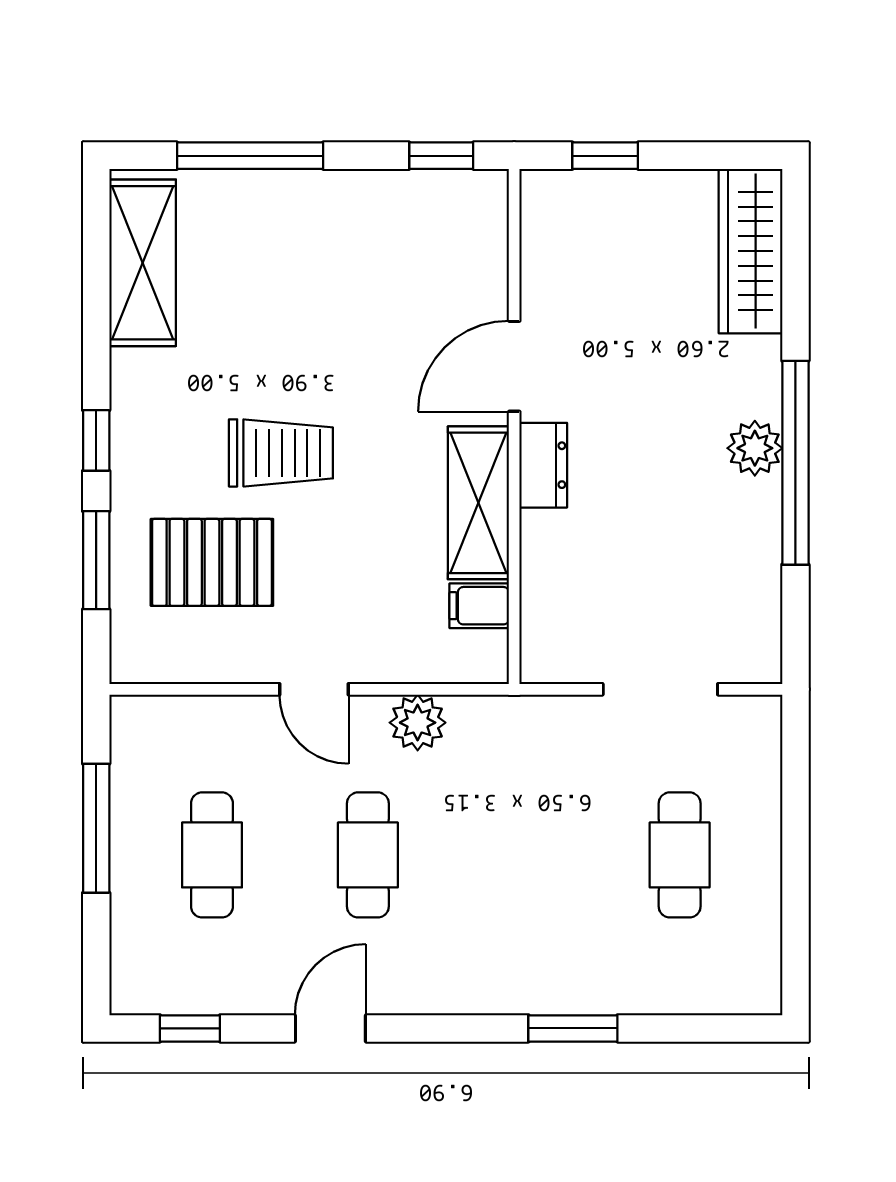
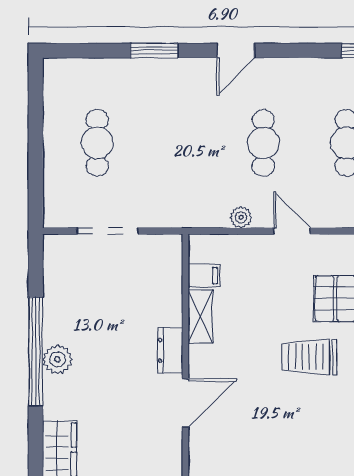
shelving: (478, 503) -> (200, 317), width x0.67, depth x0.75
plant: (418, 723) -> (241, 217), width x0.73, depth x0.73
door: (330, 1028) -> (236, 51), moved

